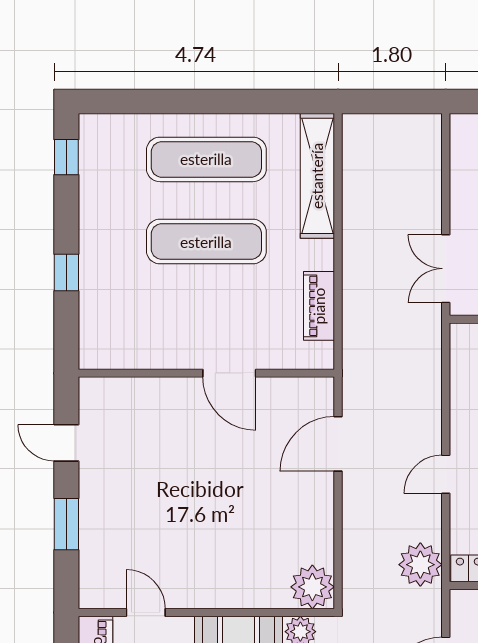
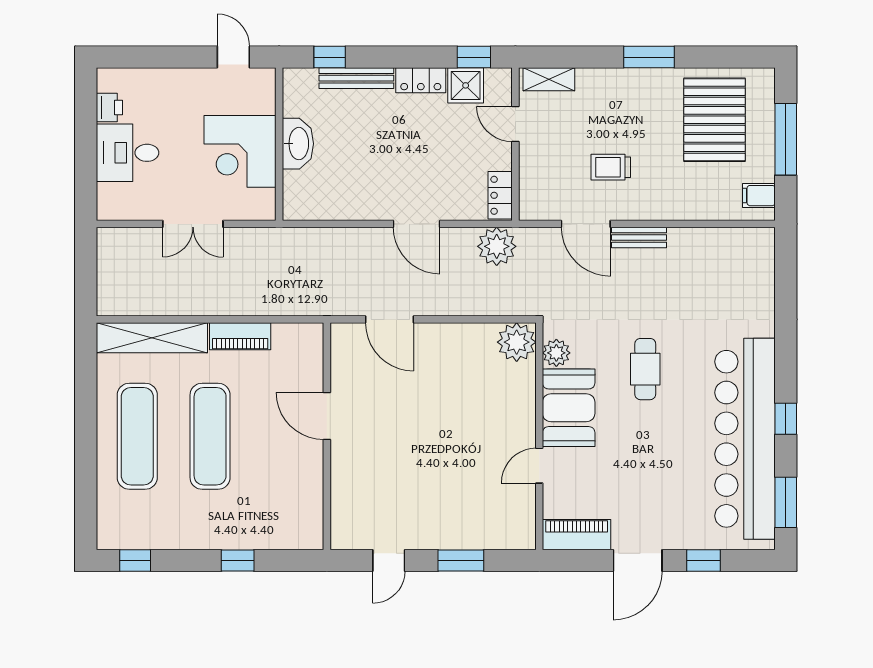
double door: (446, 269) -> (193, 224), moved
piano: (319, 306) -> (240, 336), moved
door: (229, 373) -> (327, 416), swing flipped
door: (446, 474) -> (417, 224), width x1.38
door: (146, 613) -> (539, 466), moved

